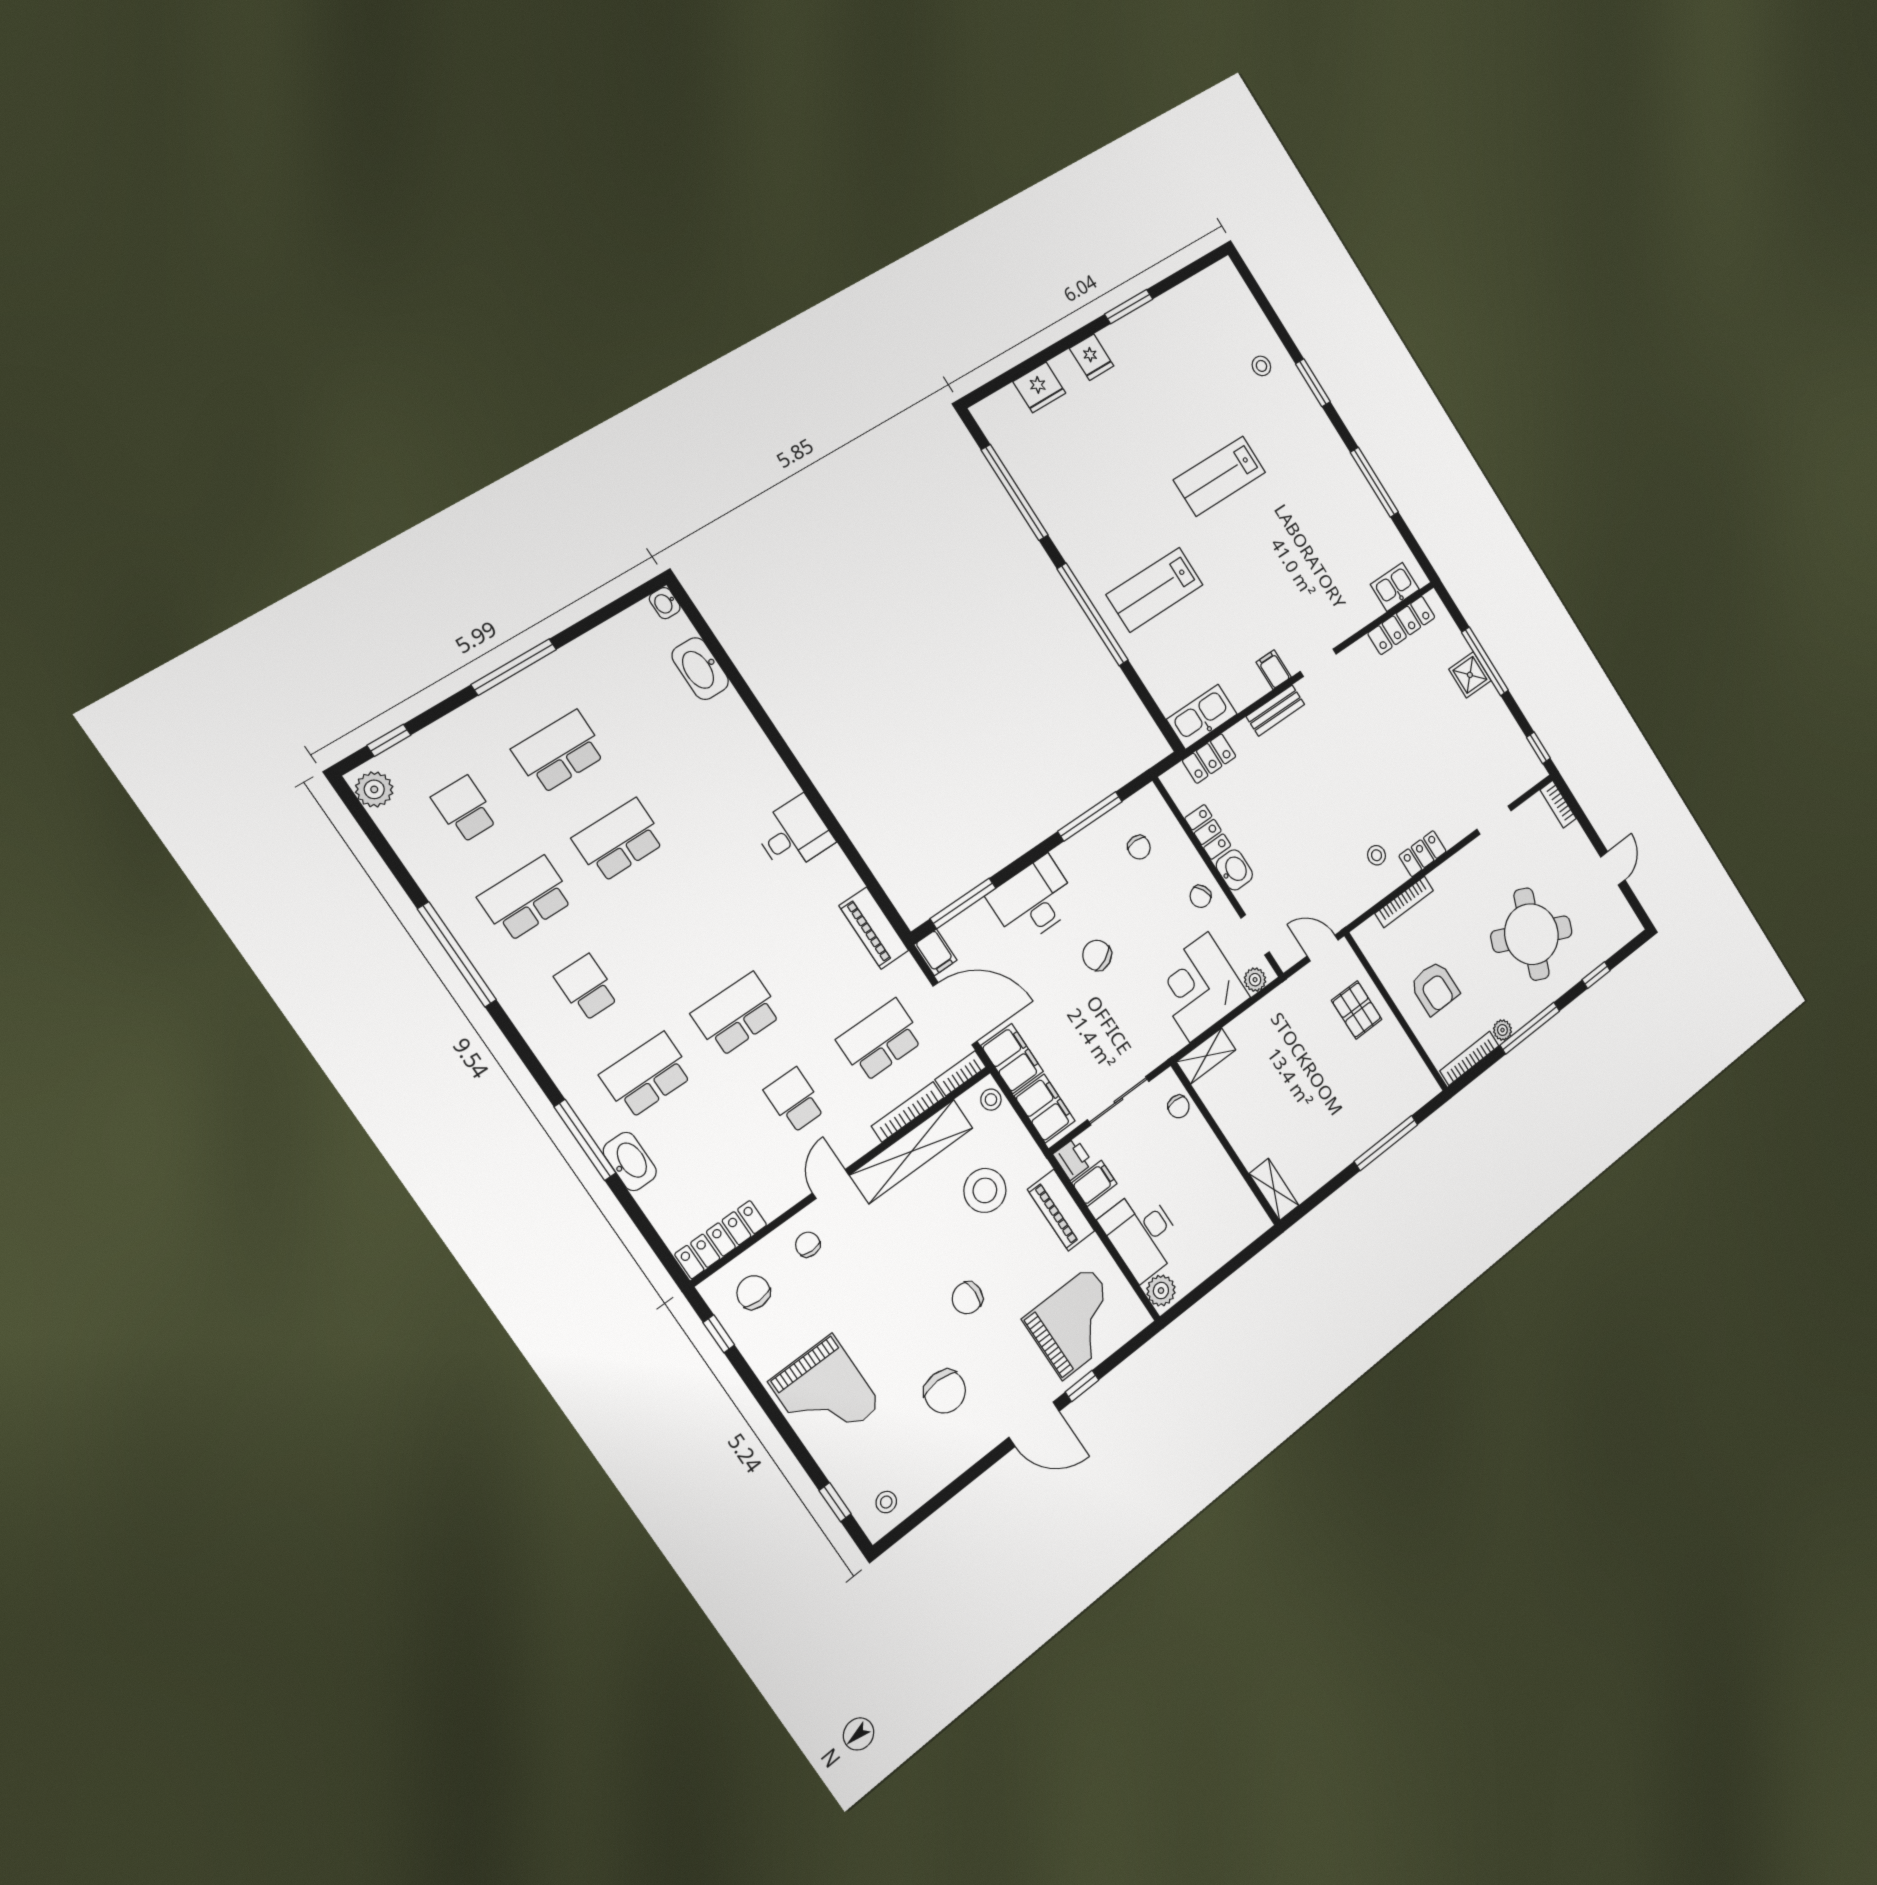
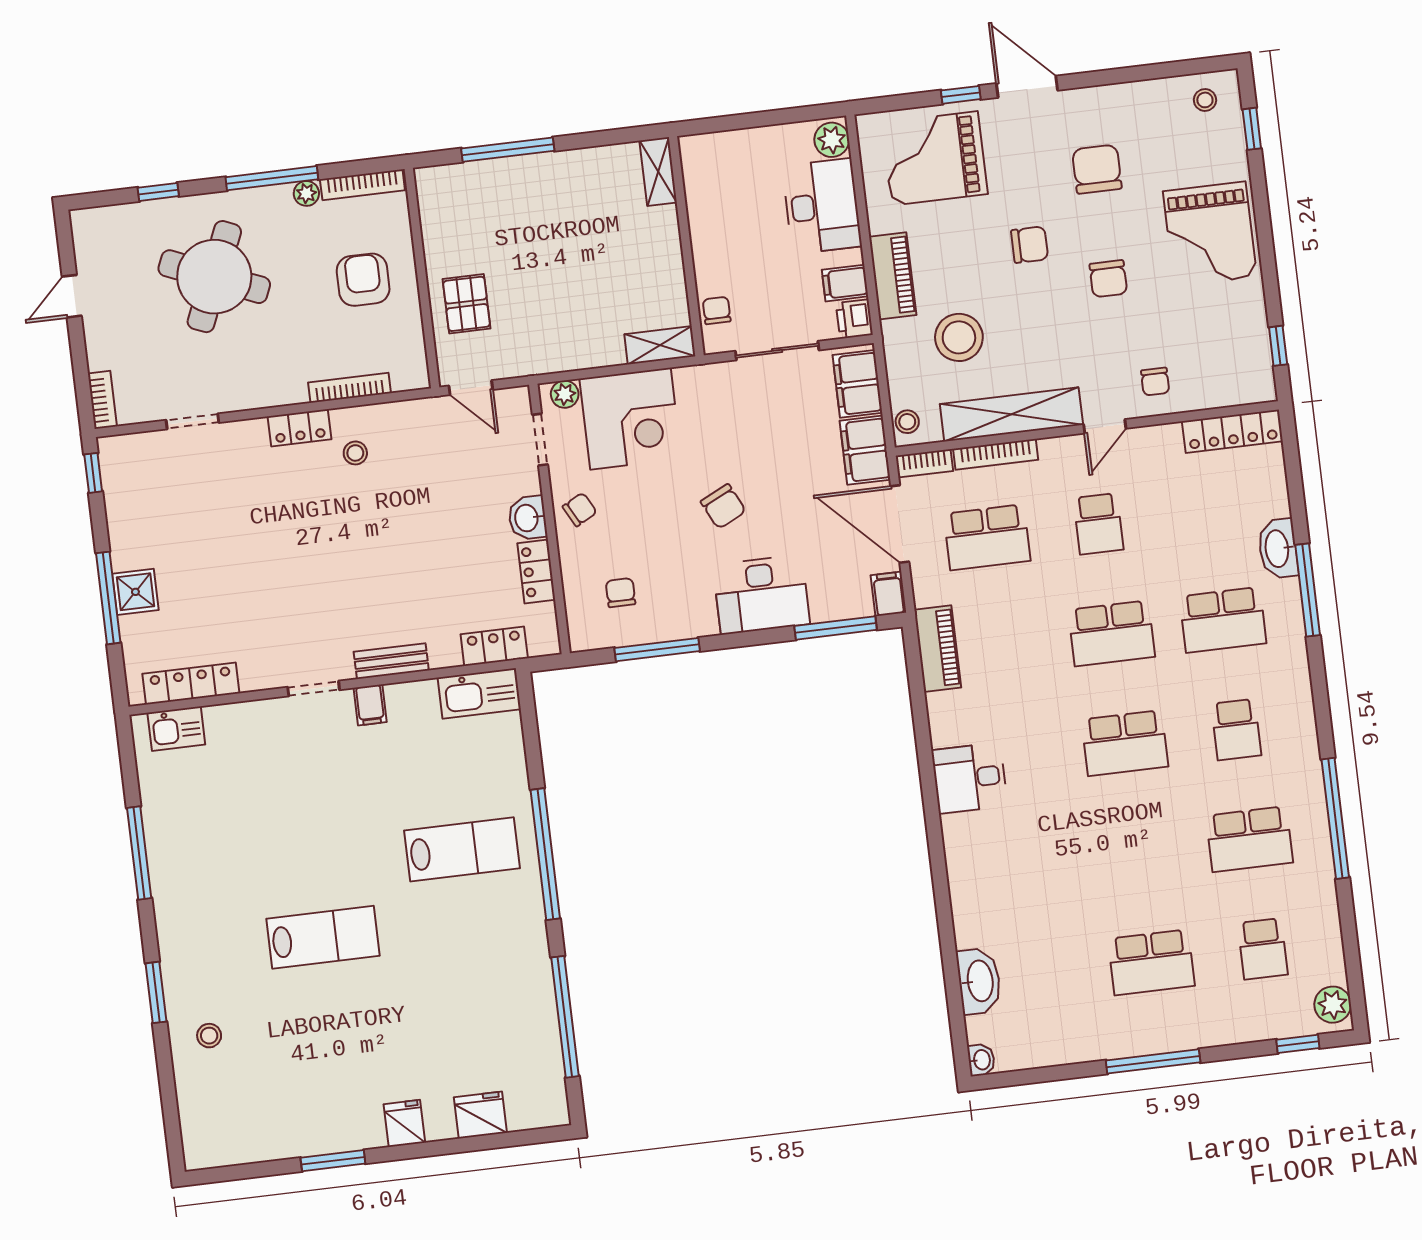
school desk: (619, 840) -> (1125, 743), moved
chair: (753, 1292) -> (1108, 279), moved
grand piano: (825, 1394) -> (1210, 234), turned 180

